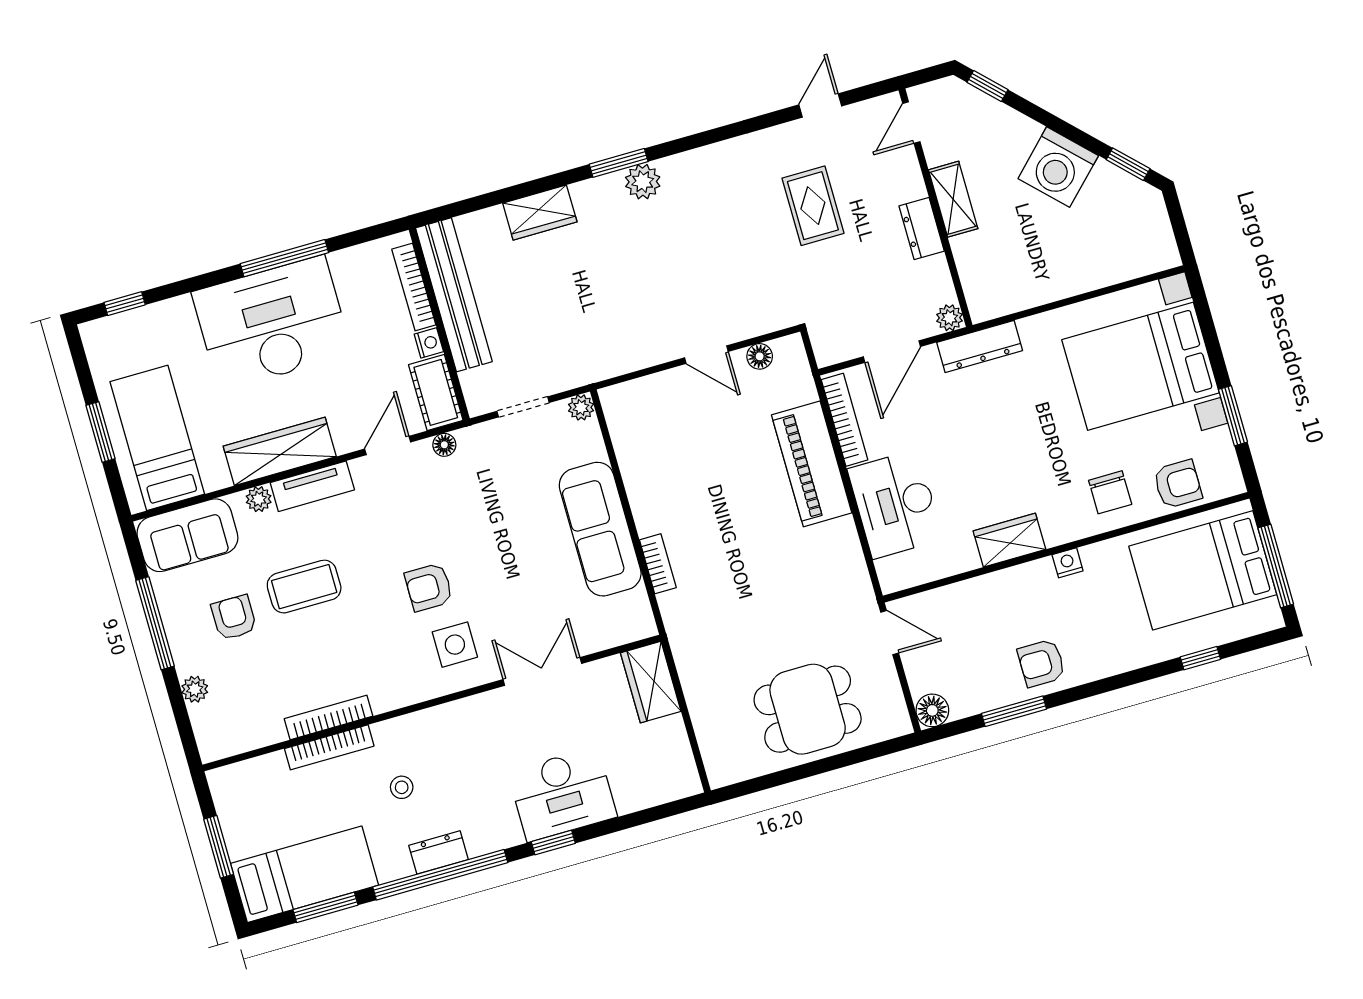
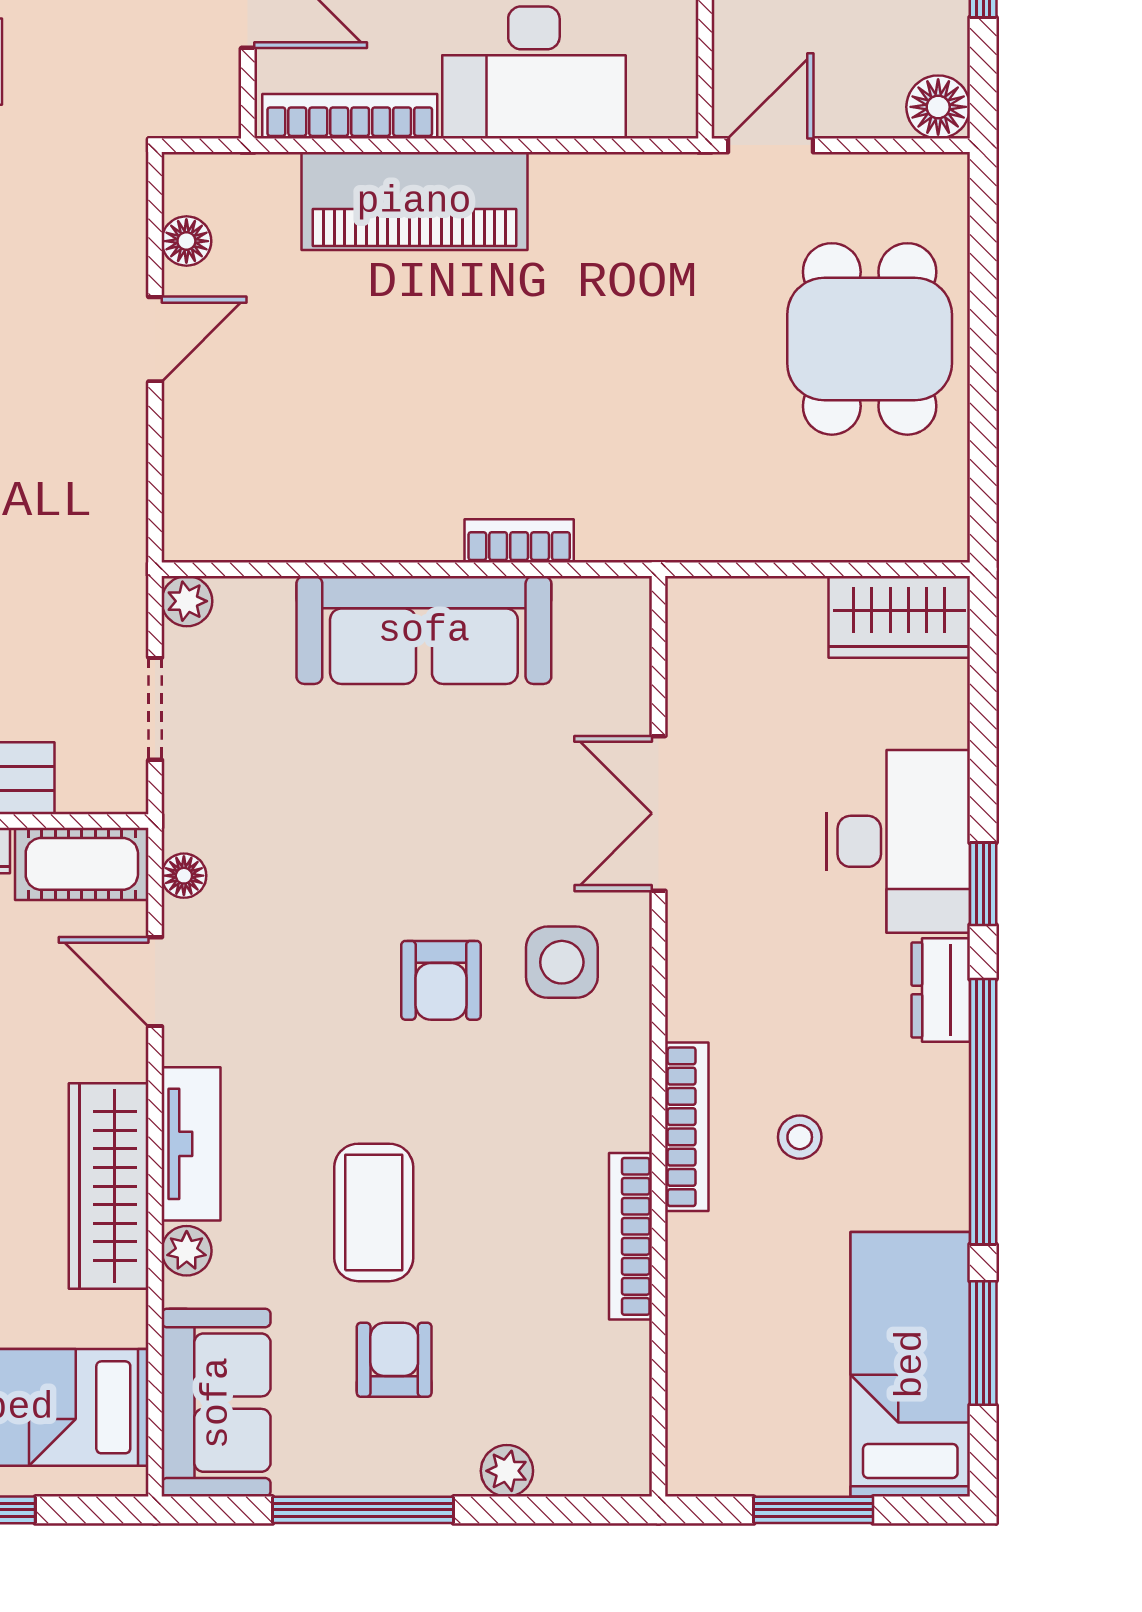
armchair: (234, 618) -> (394, 1360), turned 90
wardrobe: (651, 682) -> (899, 617), moved
bookcase: (329, 747) -> (687, 1127), moved
dresser: (438, 852) -> (941, 990), moved

